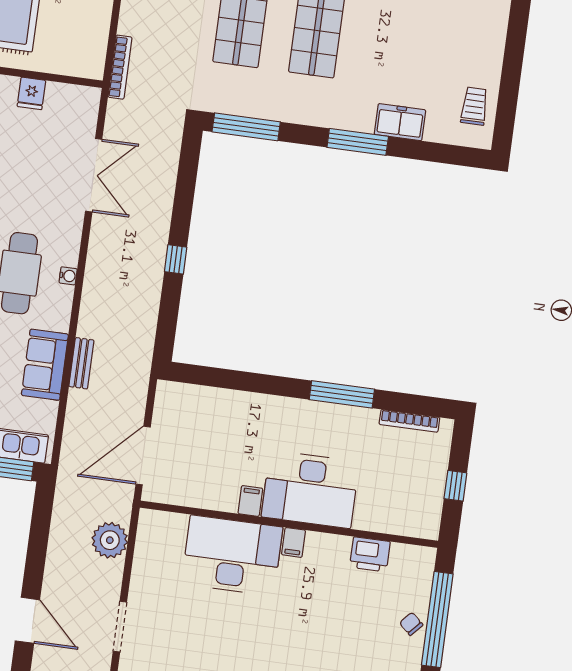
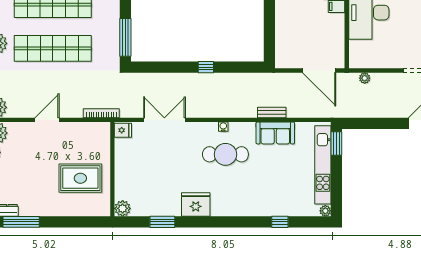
fridge: (31, 93) -> (123, 130), moved
plant: (110, 540) -> (365, 78), width x0.53, depth x0.53

